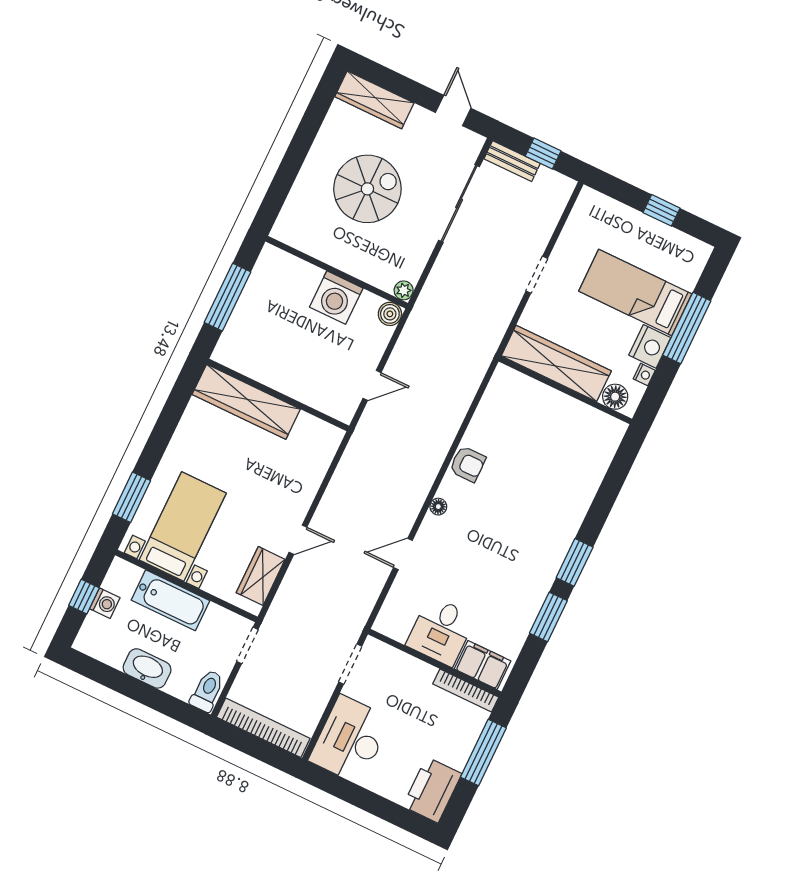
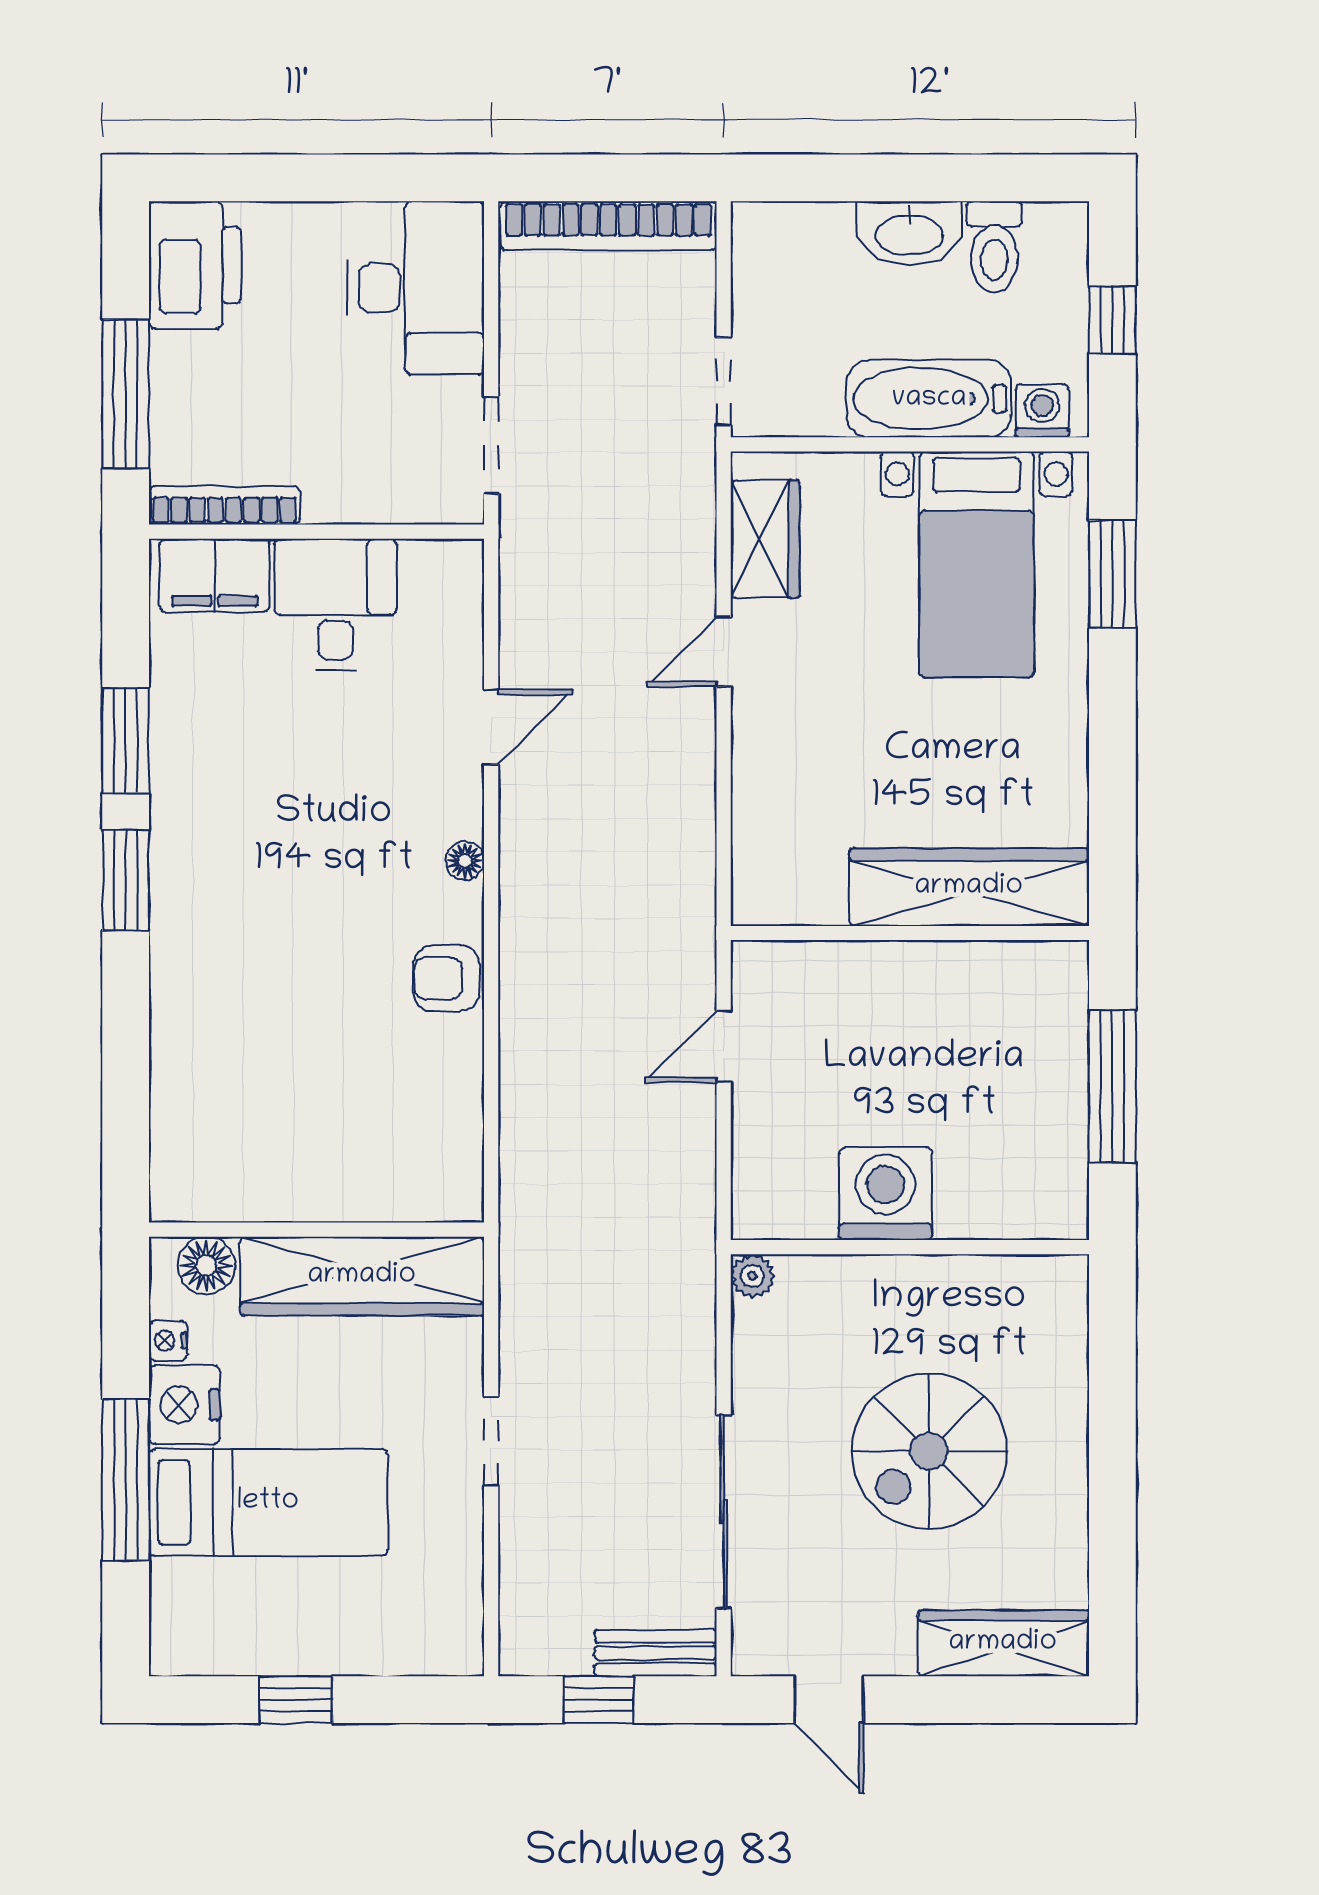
boiler: (390, 314) -> (758, 1213), removed
washing machine: (105, 603) -> (1042, 411), moved, turned 90
toilet: (207, 691) -> (994, 247), moved

